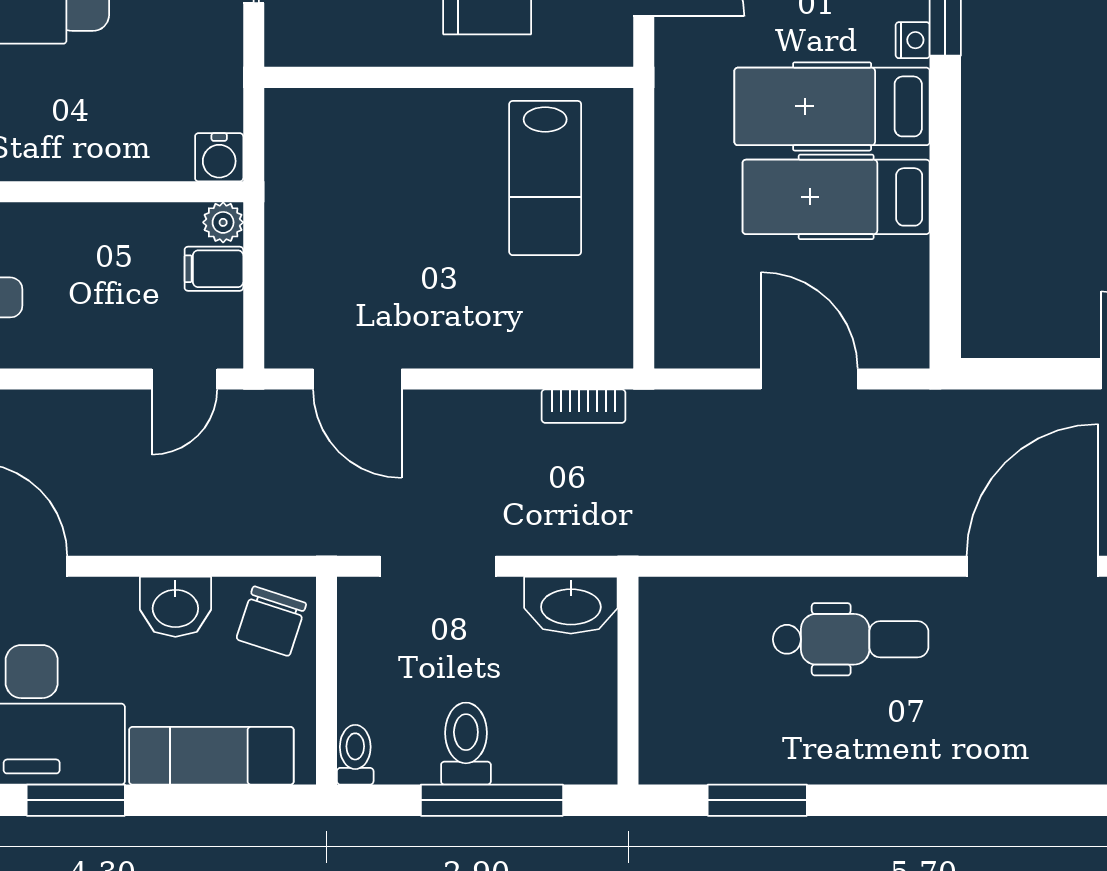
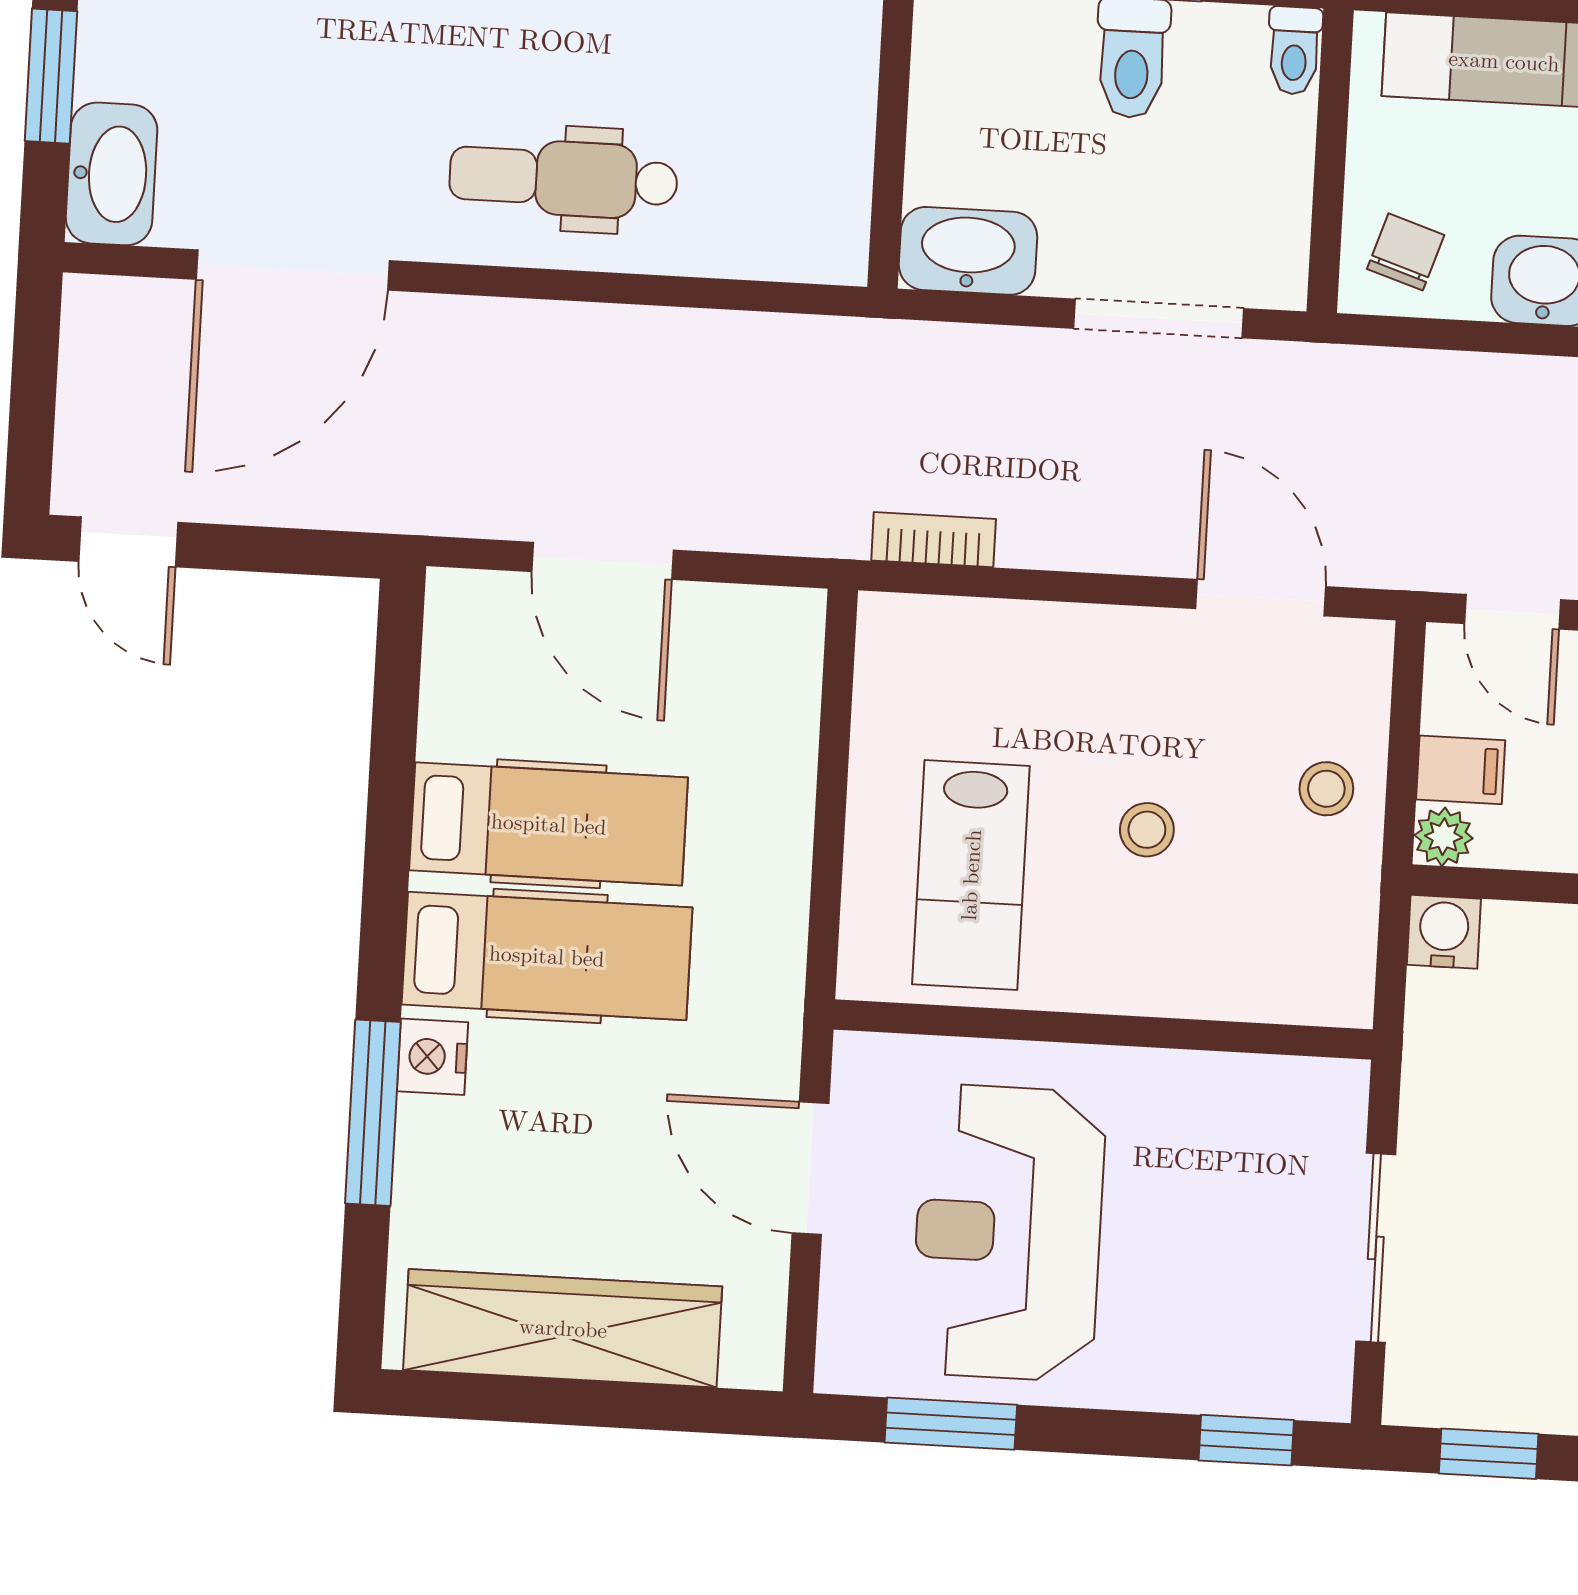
nightstand: (913, 40) -> (432, 1057), width x1.39, depth x1.35
lab bench: (545, 178) -> (971, 875), turned 180
stool: (426, 216) -> (1147, 830), added
stool: (305, 251) -> (1326, 789), added
door: (184, 379) -> (1513, 612), swing flipped
chair: (271, 621) -> (1406, 252), width x0.73, depth x0.73

